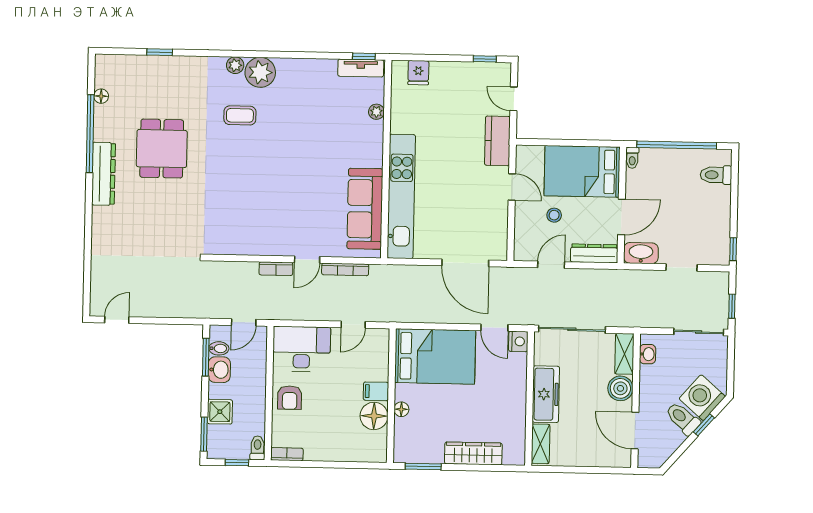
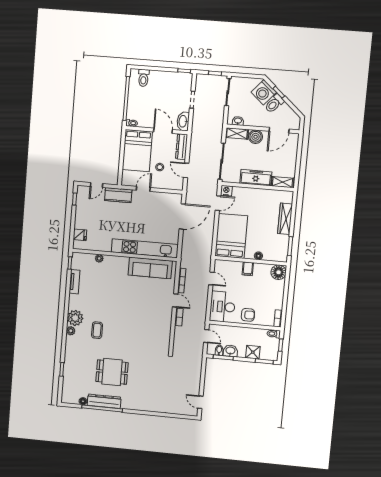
tv unit: (361, 68) -> (75, 282), moved
dresser: (103, 174) -> (104, 401), moved
floor lamp: (374, 416) -> (279, 272), moved

